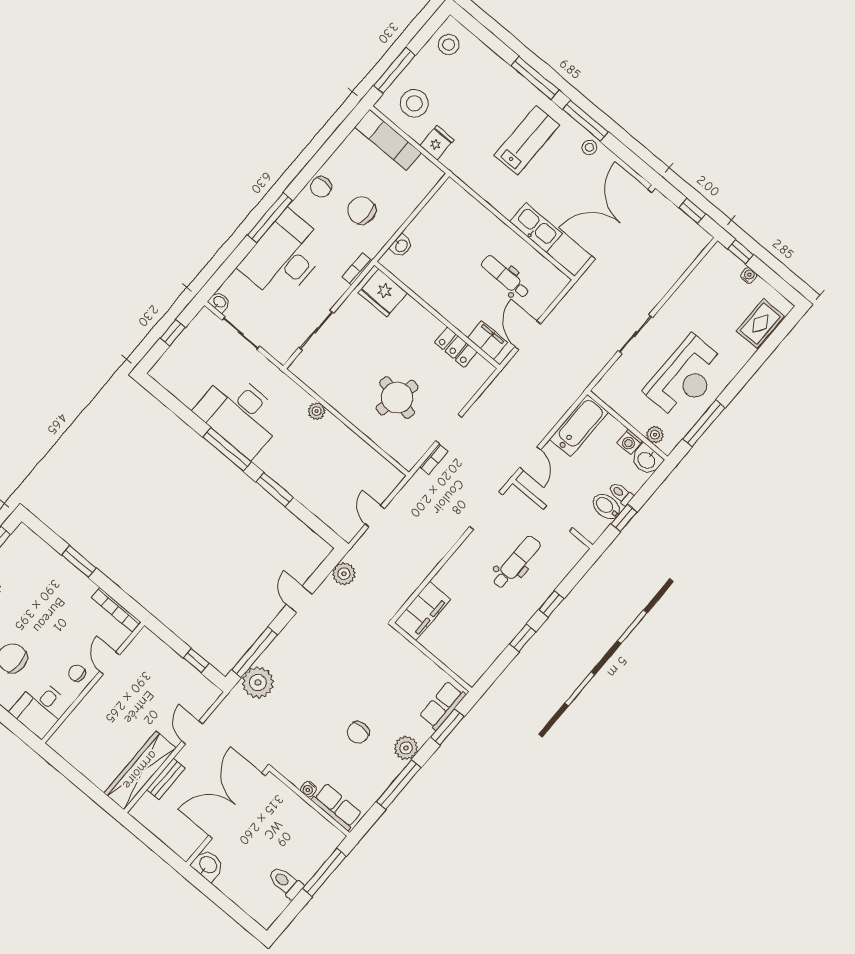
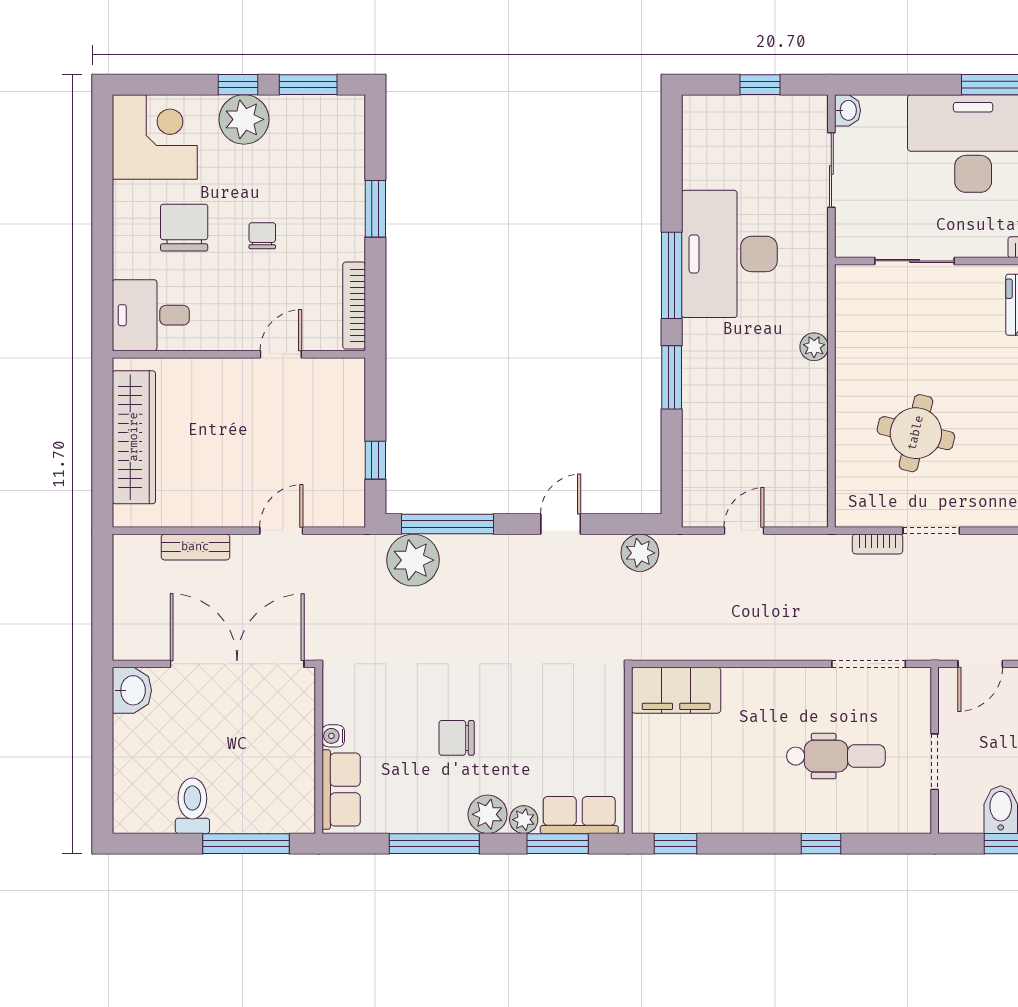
window: (523, 638) -> (675, 844), moved
chair: (77, 673) -> (262, 236), moved
plant: (423, 733) -> (524, 820), added
wardrobe: (140, 770) -> (134, 437), moved, turned 90

